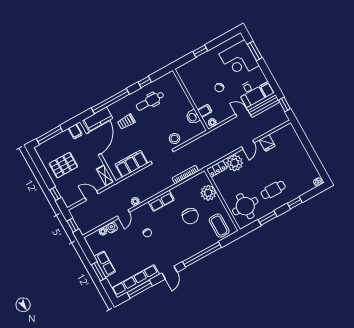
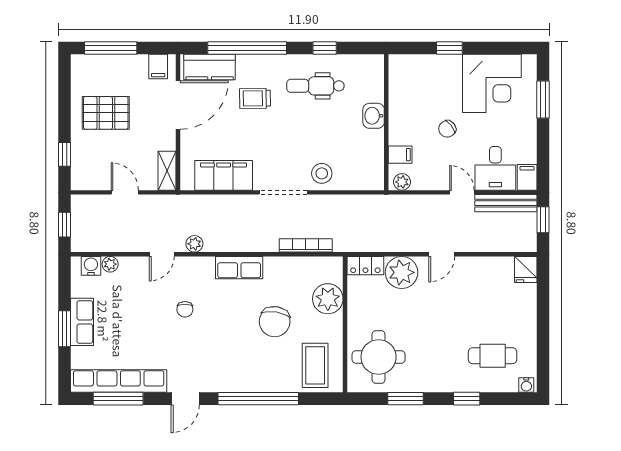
corner desk: (239, 60) -> (492, 83), moved, turned -90
washbasin: (193, 117) -> (374, 116), moved
fridge: (267, 143) -> (526, 270), moved
cafe table: (273, 190) -> (493, 356), moved
water cooler: (112, 227) -> (91, 266), moved

